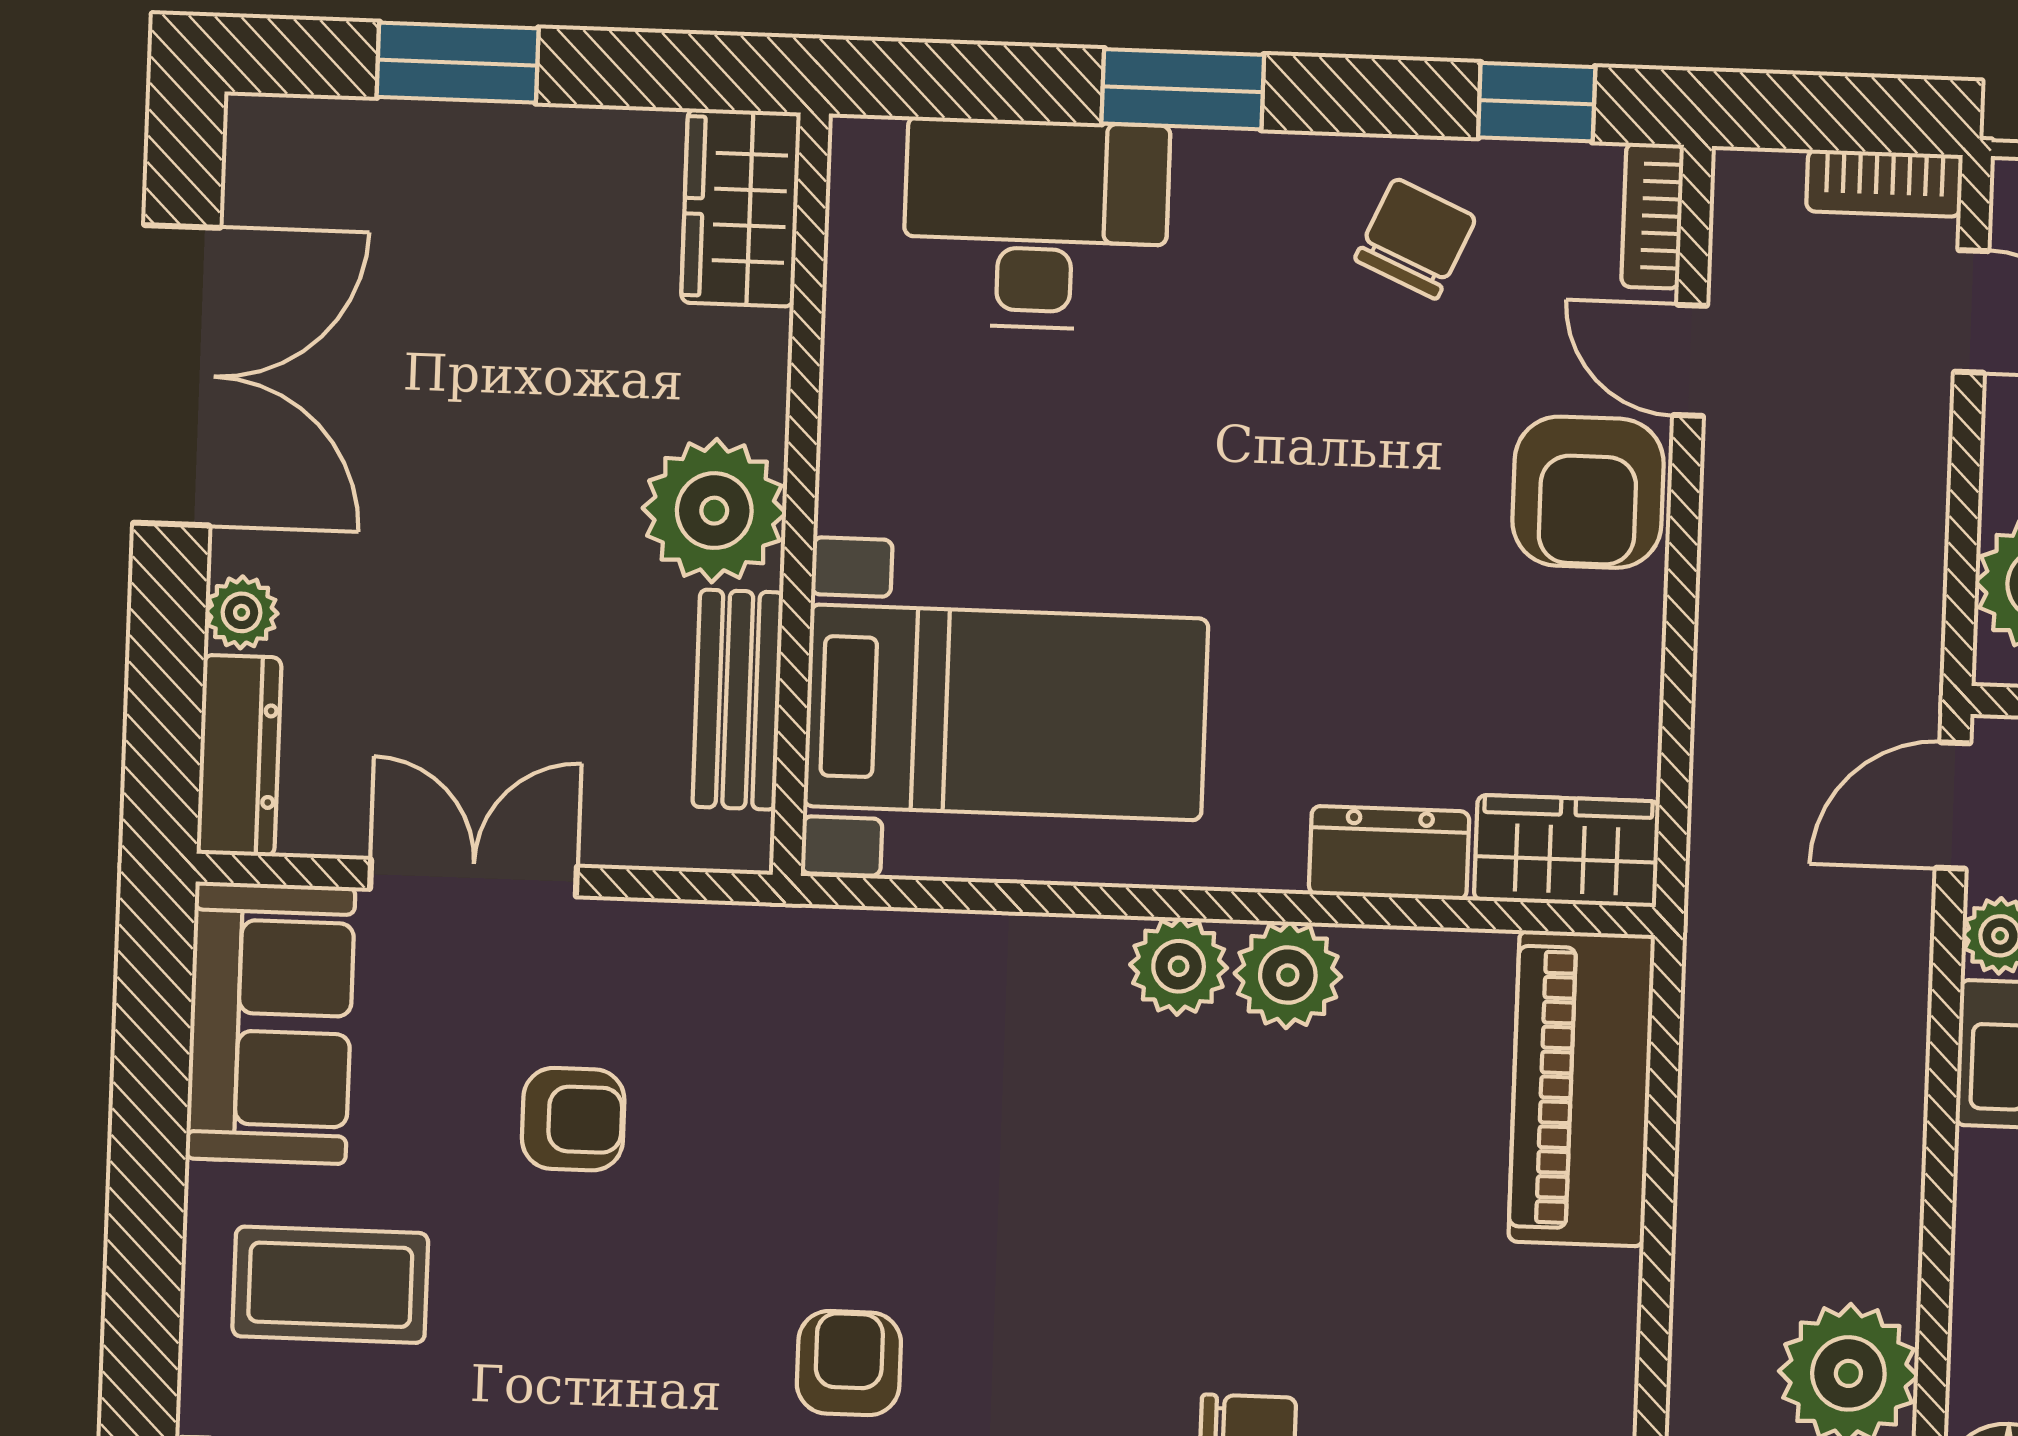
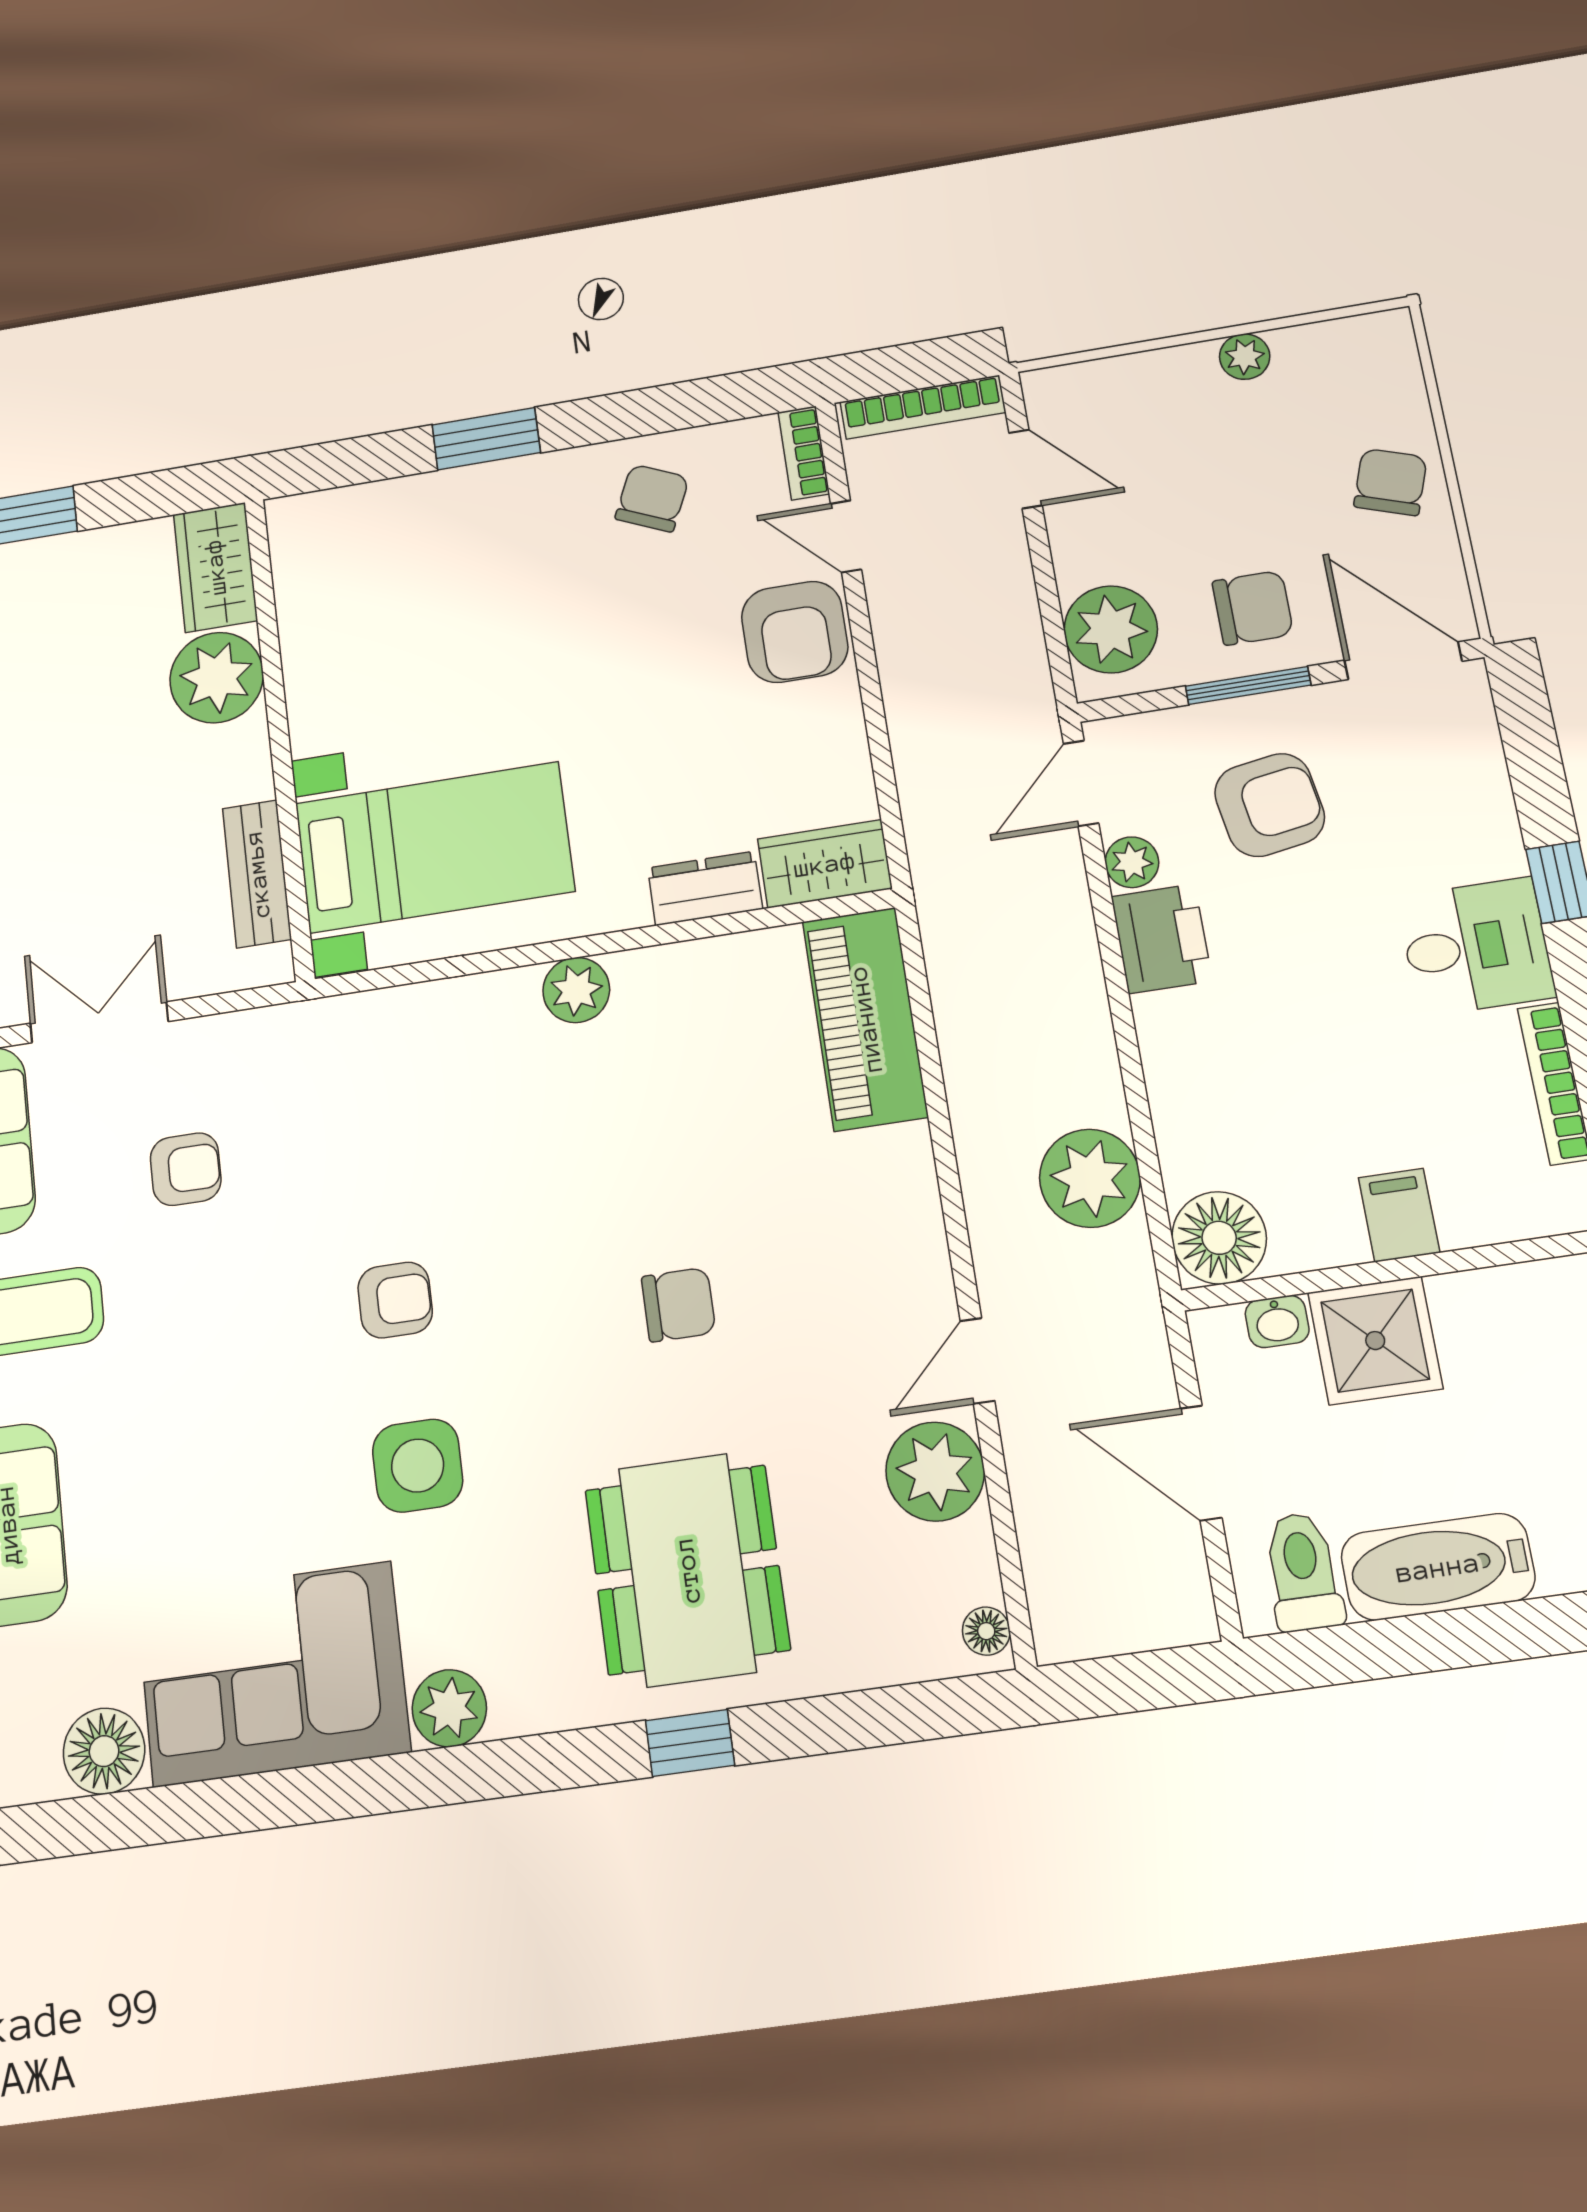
window: (1537, 102) -> (715, 400), removed
bookcase: (1884, 183) -> (923, 407), width x1.56
desk: (1036, 224) -> (405, 539), removed
plant: (714, 511) -> (217, 678), moved
plant: (1288, 975) -> (651, 982), removed
armchair: (849, 1363) -> (395, 1300), turned 90

